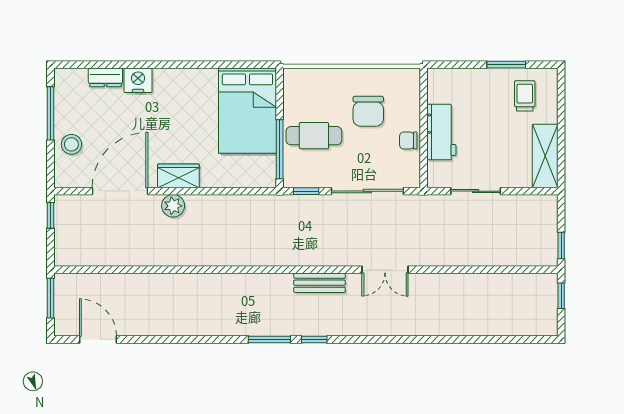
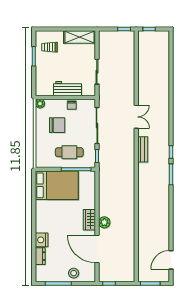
plant: (411, 77) -> (40, 104), added
cafe table: (314, 136) -> (69, 152), turned 90

